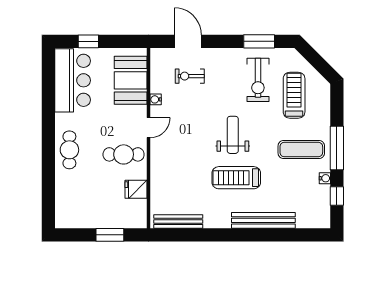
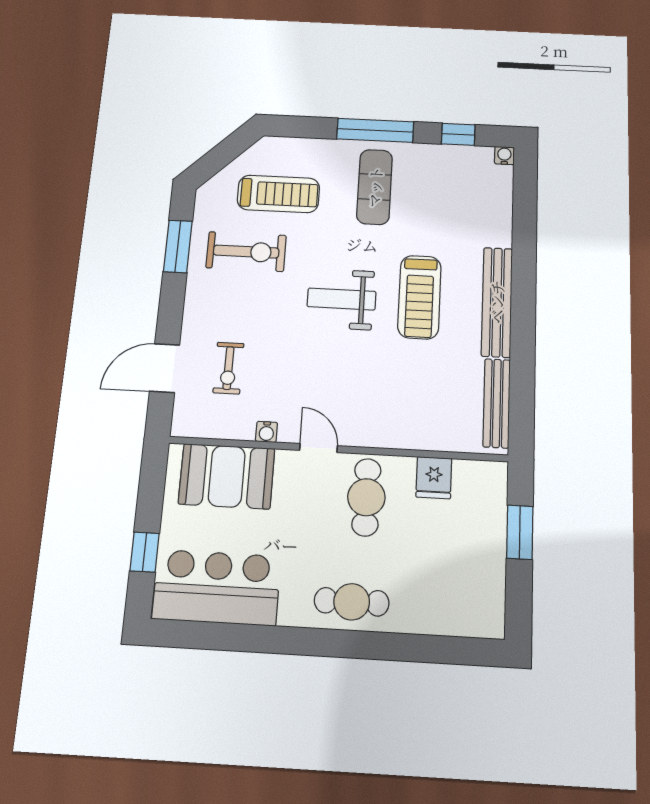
treadmill: (294, 95) -> (278, 194), turned 180
water cooler: (325, 178) -> (504, 156), moved
bench: (263, 220) -> (497, 302), moved

